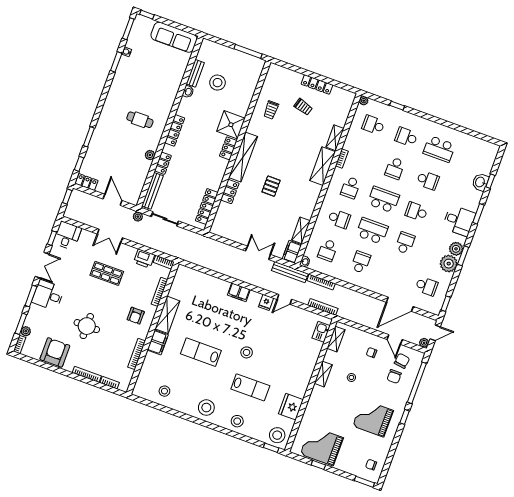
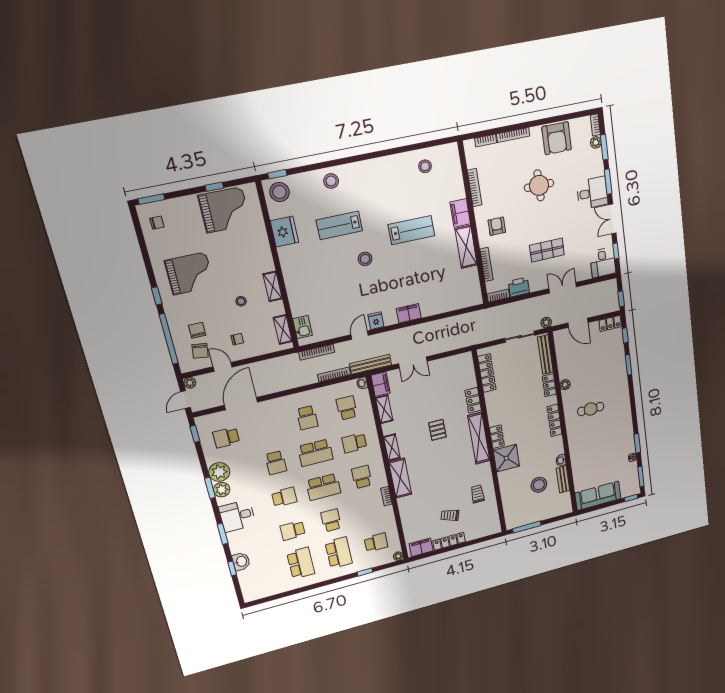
filing cabinet: (342, 95) -> (421, 547), added
school desk: (406, 137) -> (339, 553), width x1.85
shelving: (335, 138) -> (392, 447), moved
school desk: (439, 149) -> (301, 563), turned 90
stool: (206, 408) -> (372, 176), removed

